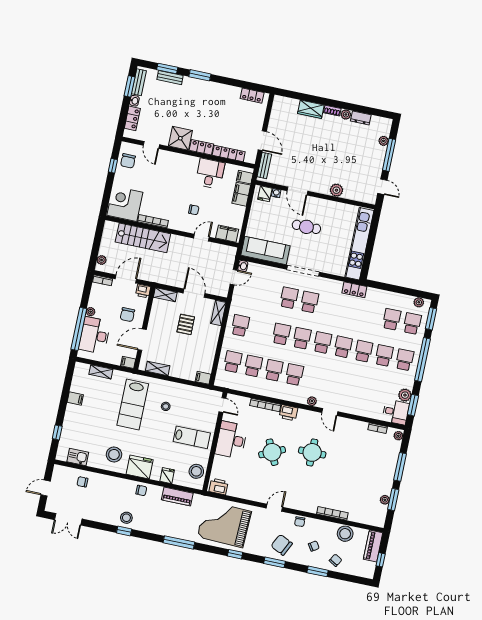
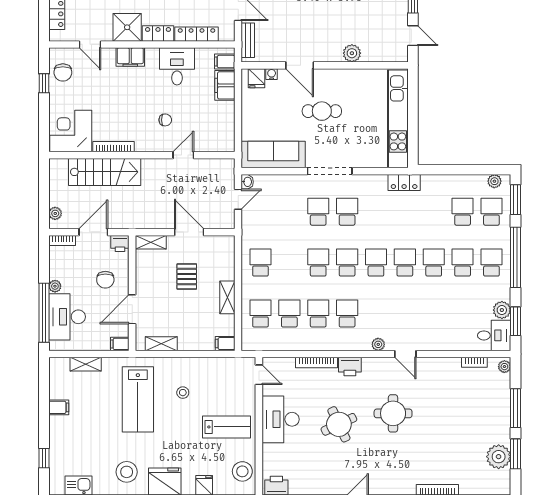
filing cabinet: (227, 234) -> (130, 57), moved, turned 180
shelving: (218, 313) -> (227, 297), moved
plant: (385, 500) -> (499, 457), width x1.88, depth x1.88

